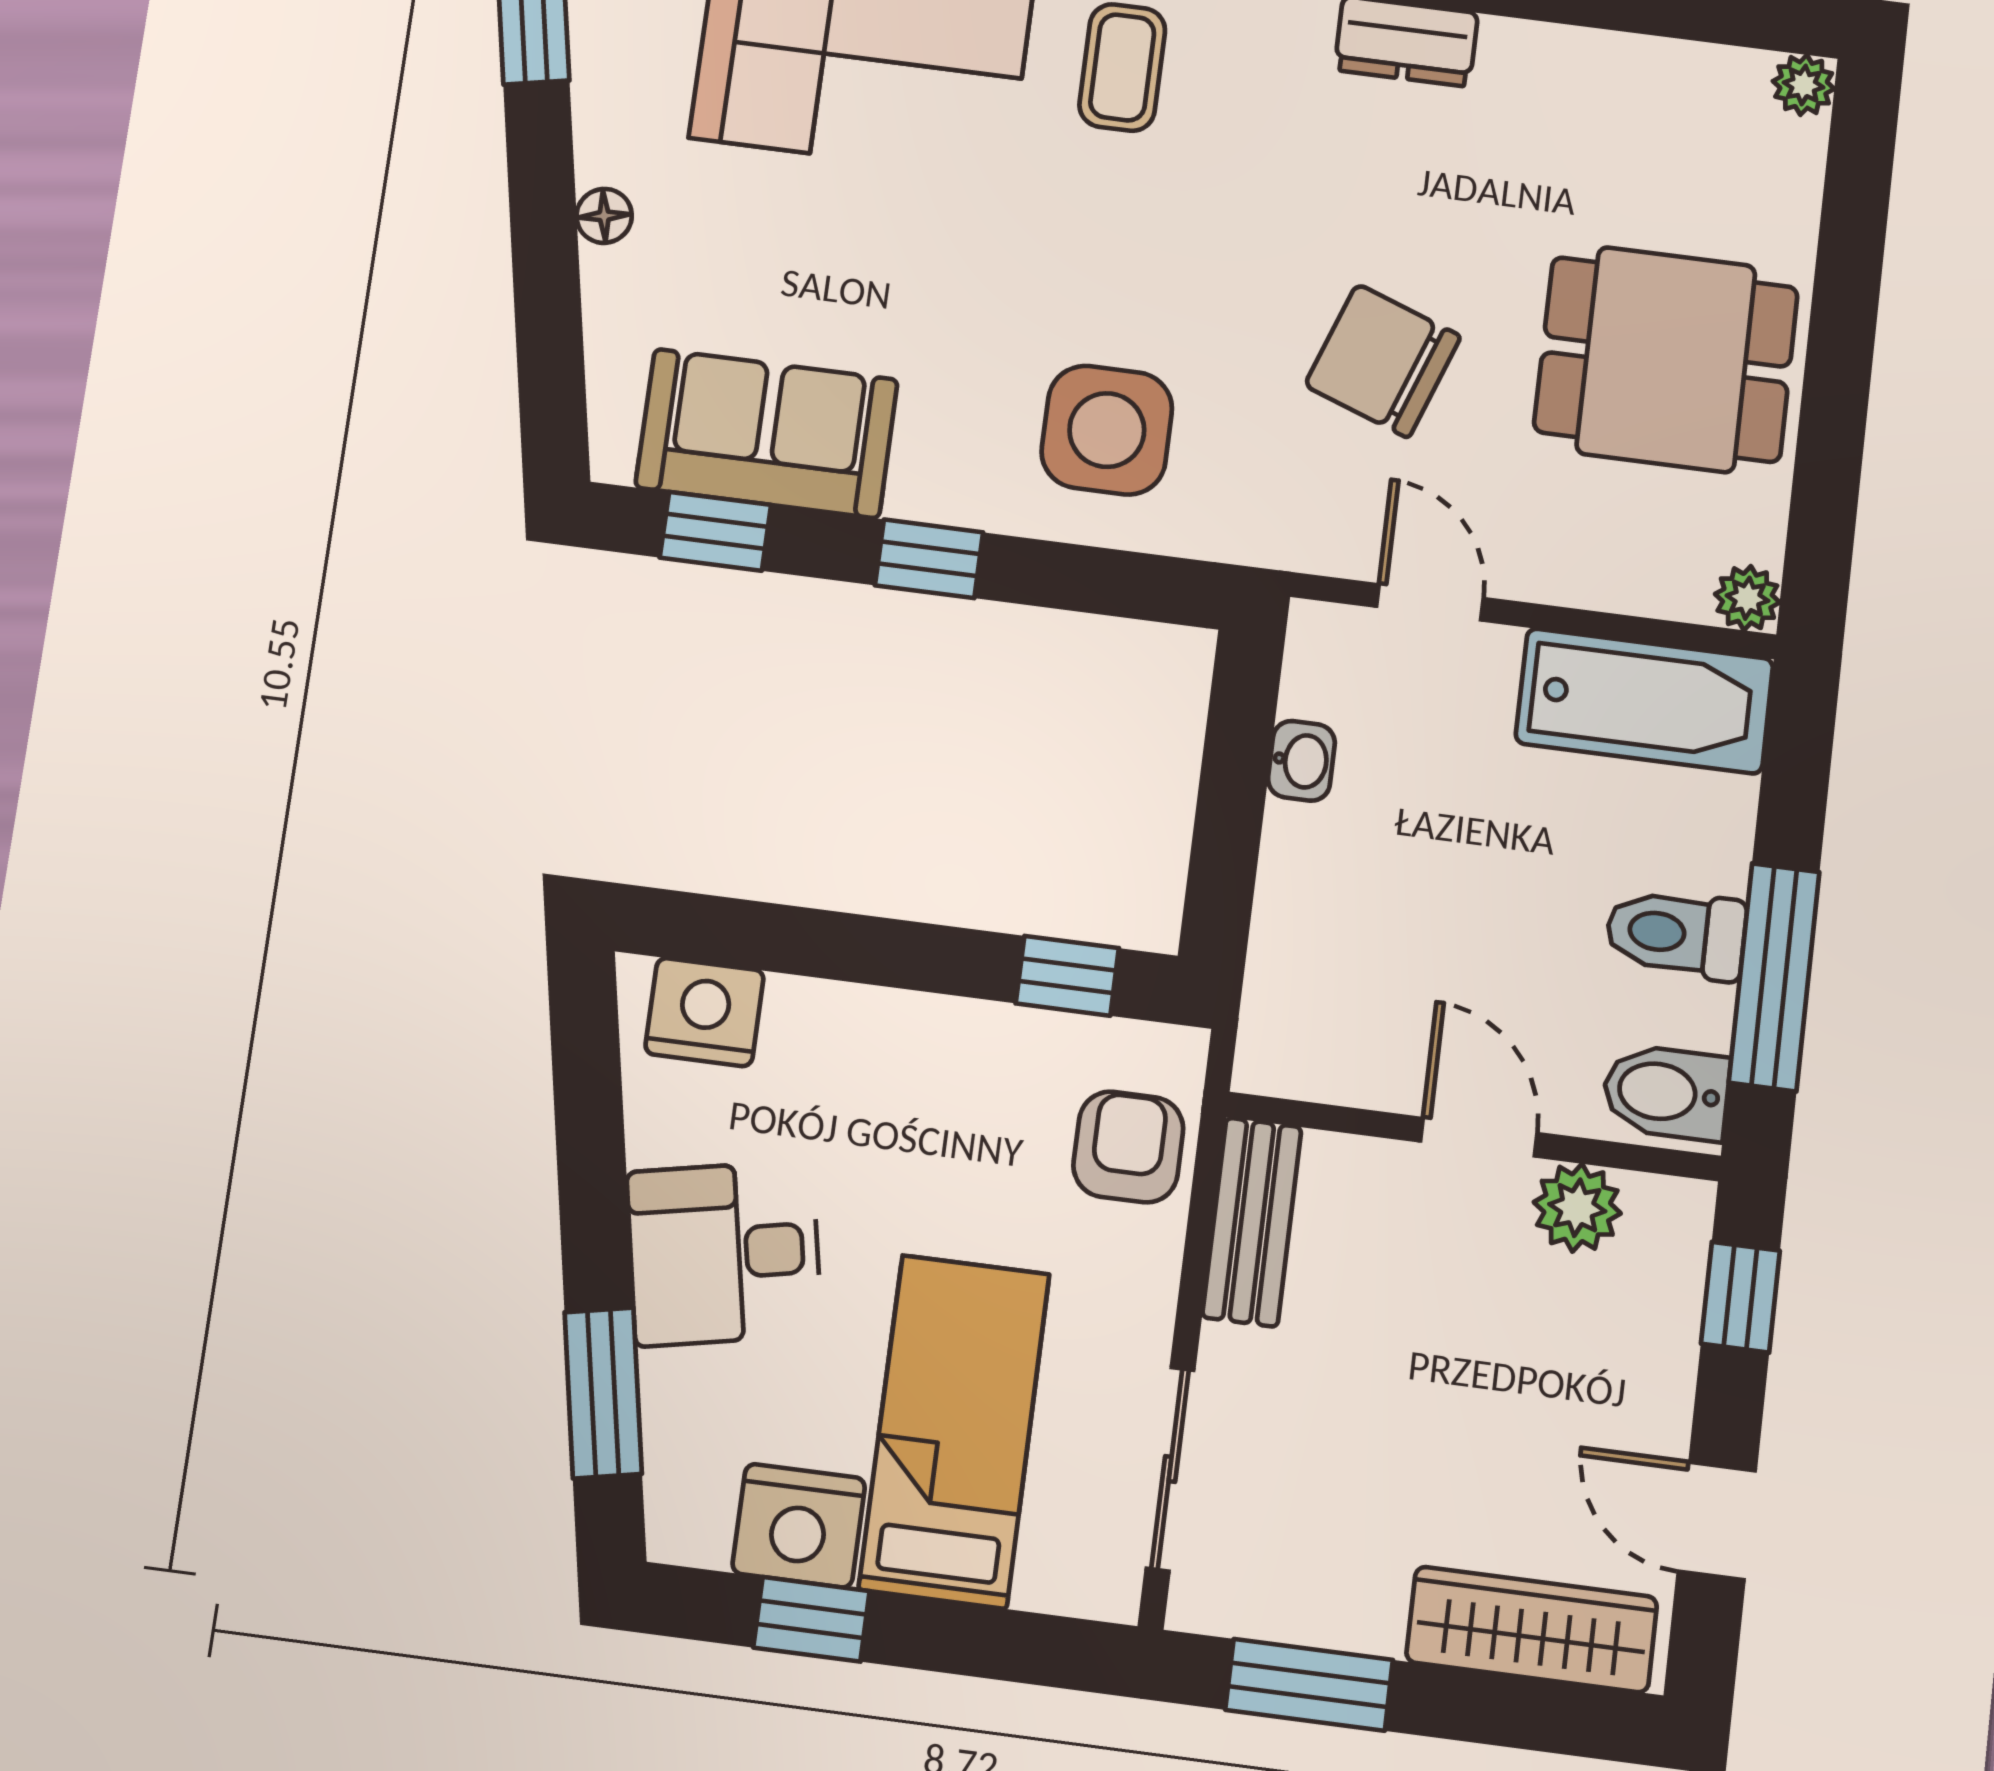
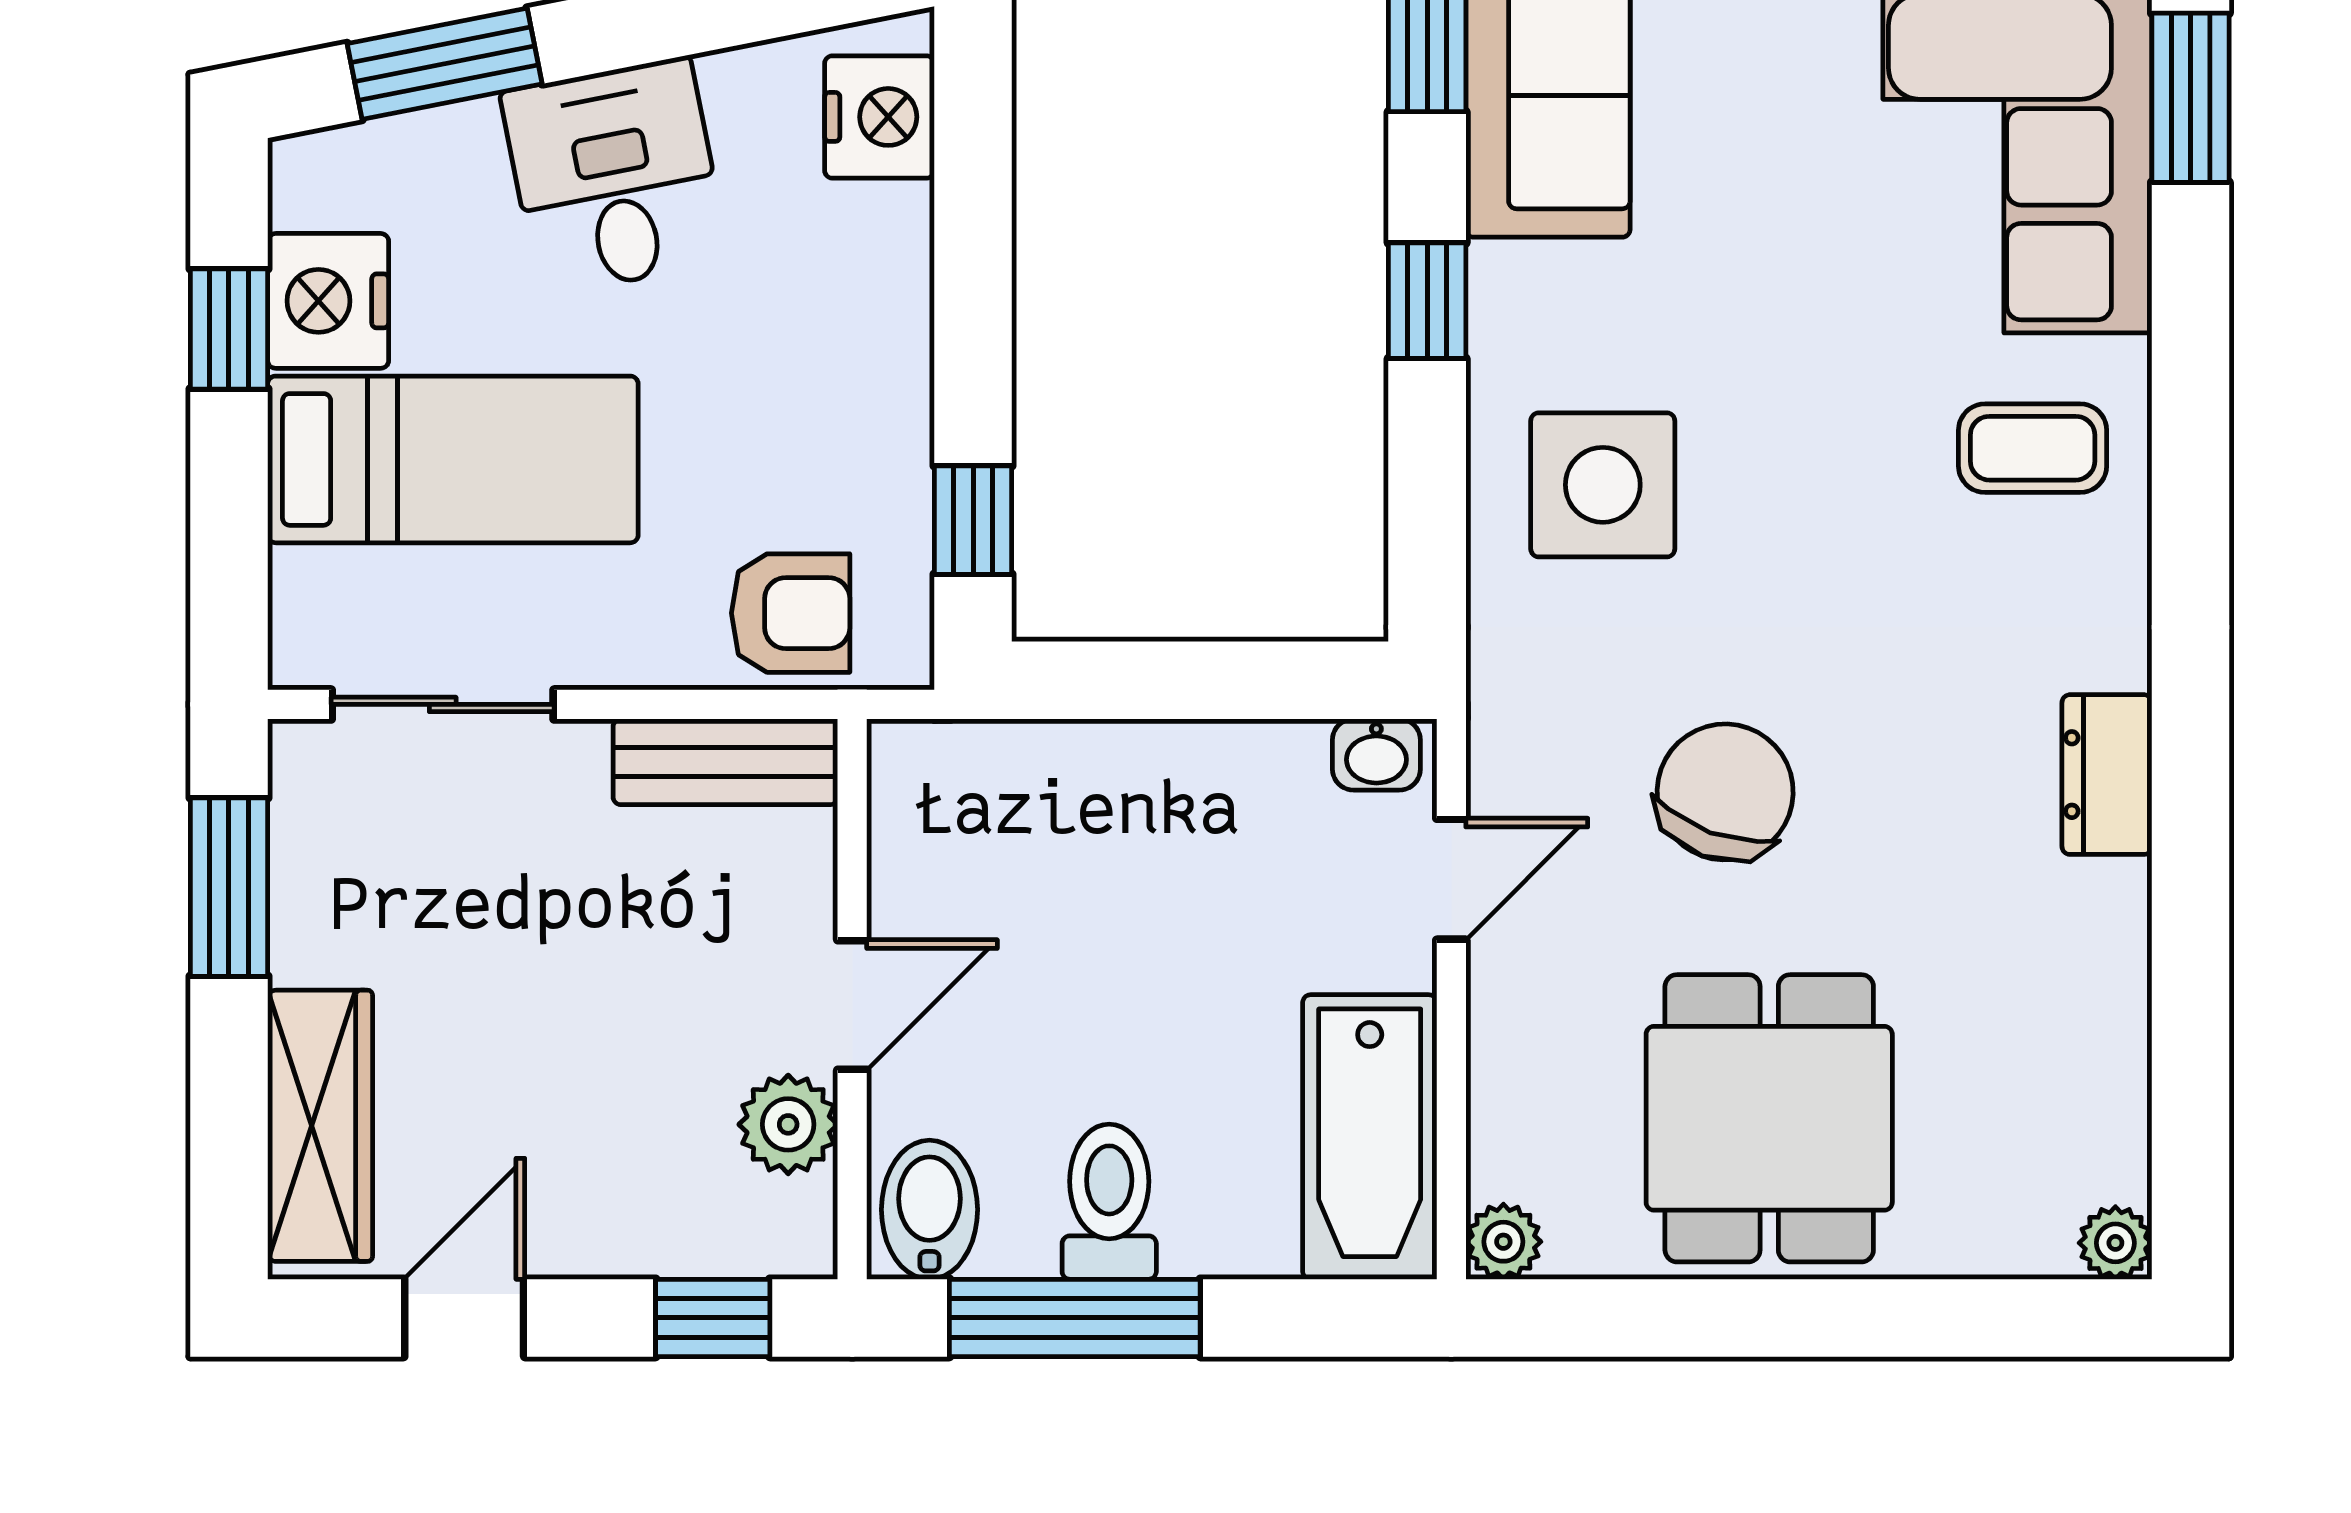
washbasin: (1301, 761) -> (1376, 755), moved

